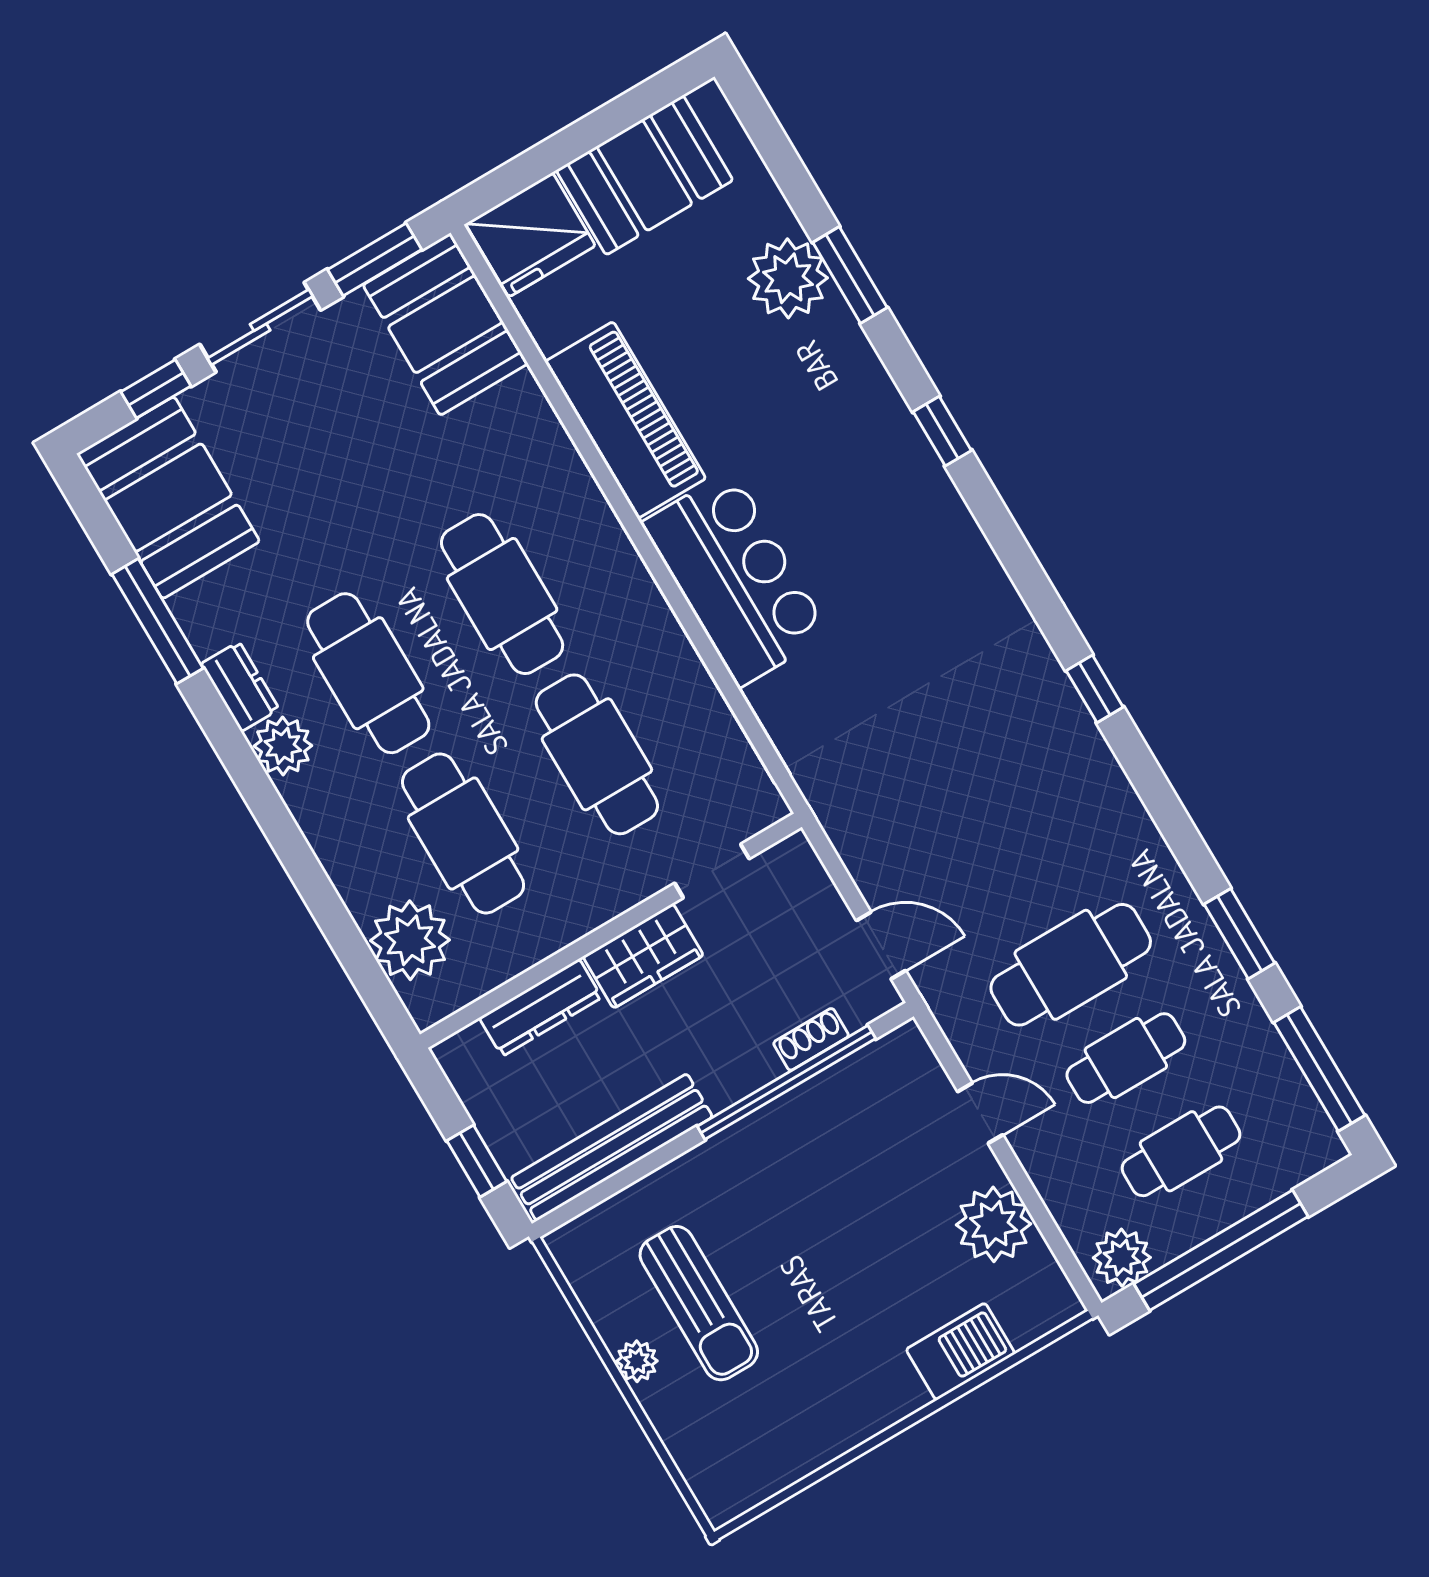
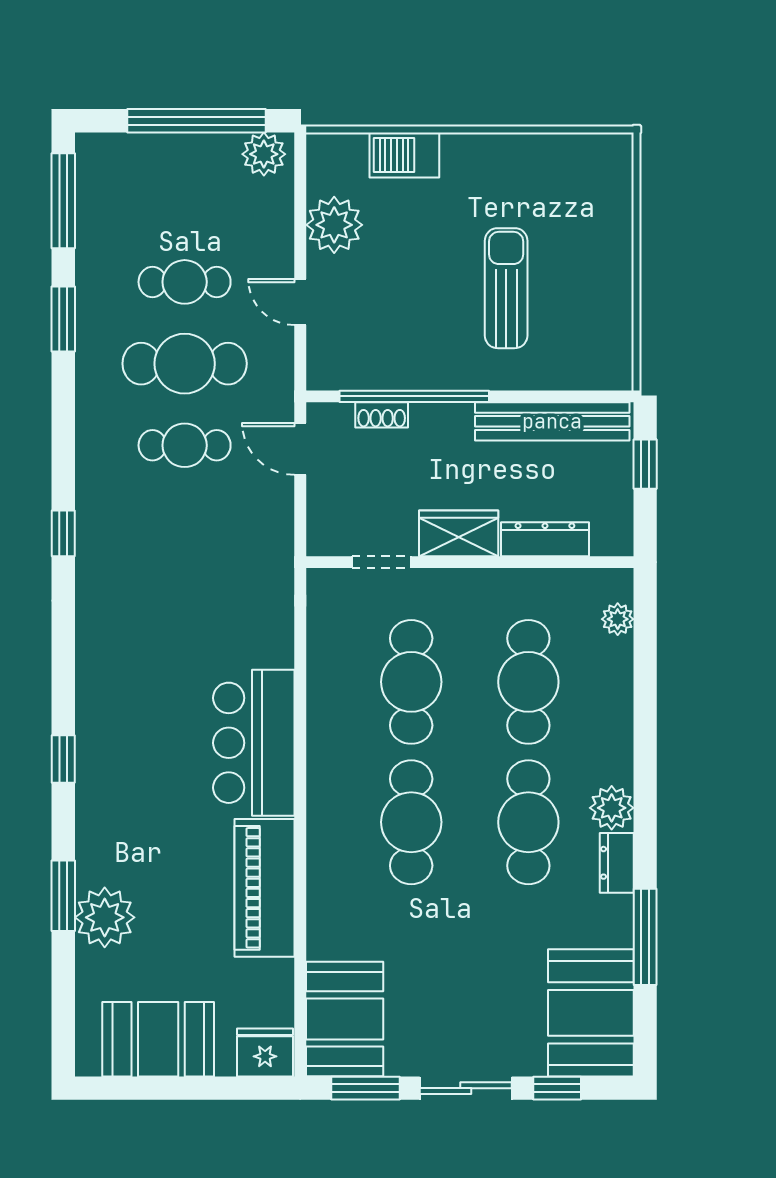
fridge: (531, 235) -> (265, 1053), width x0.73, depth x0.75
plant: (410, 940) -> (618, 619), width x0.53, depth x0.53
cafe table: (1181, 1151) -> (185, 445), moved
sun lounger: (699, 1303) -> (506, 288), moved
plant: (637, 1361) -> (618, 273), removed

